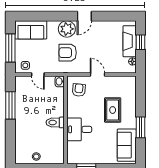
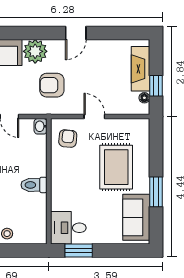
plant: (67, 29) -> (35, 51), moved
window: (140, 42) -> (156, 86), moved
rug: (113, 110) -> (116, 167), width x1.36, depth x1.43
desk: (79, 129) -> (68, 228), moved

